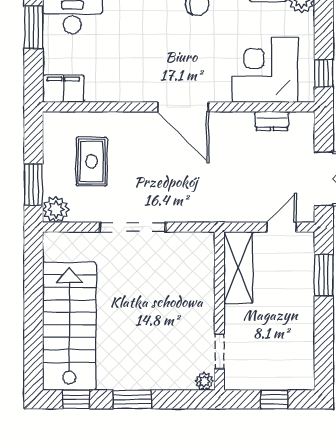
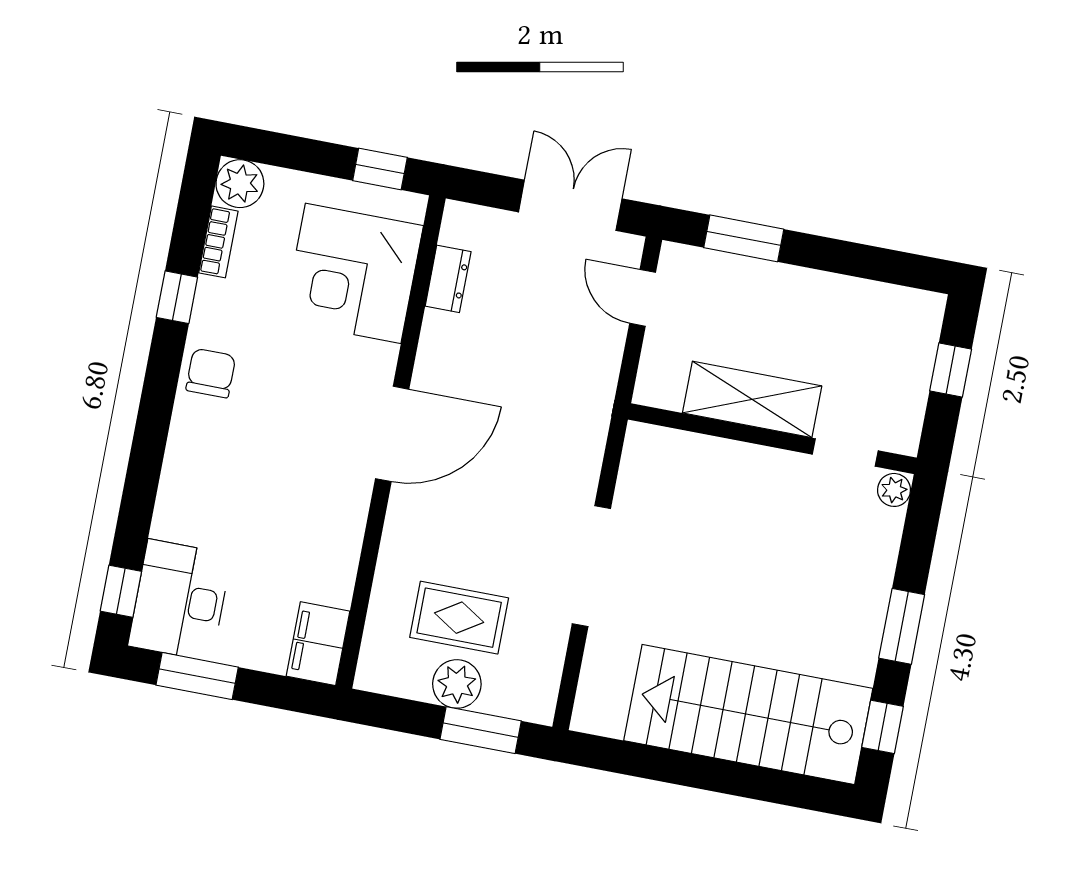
plant: (56, 209) -> (457, 684), moved
shelving: (238, 268) -> (752, 399), moved

